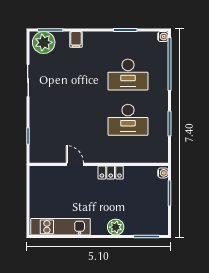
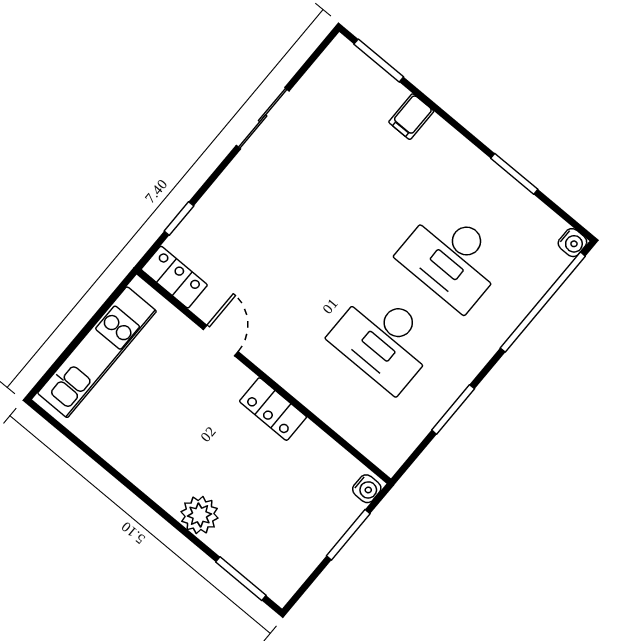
plant: (44, 42) -> (348, 73), removed
locker: (42, 156) -> (174, 277), added
kitchen unit: (61, 227) -> (97, 352), moved, turned 90

